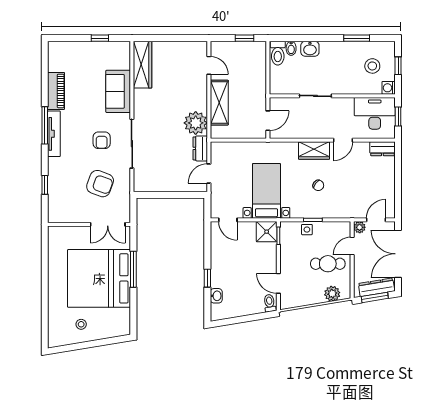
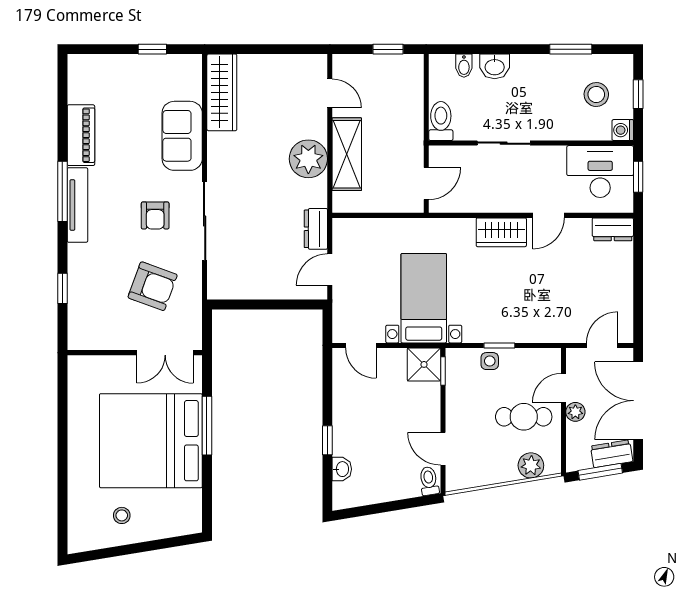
toilet: (278, 53) -> (441, 121), moved, turned 180
plant: (196, 123) -> (308, 159), moved
chair: (318, 185) -> (508, 289), removed
plant: (360, 227) -> (575, 412), moved
dresser: (377, 287) -> (612, 454), width x0.70

